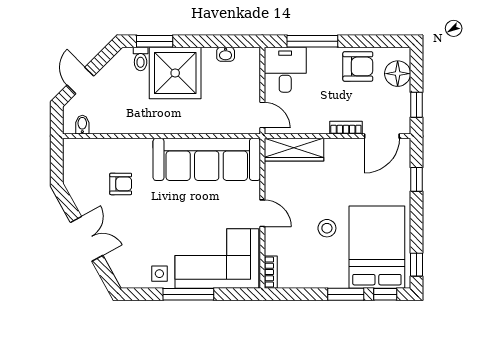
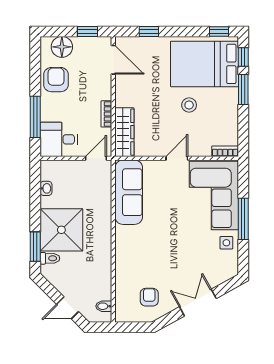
bookcase: (346, 128) -> (106, 114), moved
sofa: (207, 159) -> (129, 192), width x0.74, depth x0.79
armchair: (121, 184) -> (149, 297), moved

